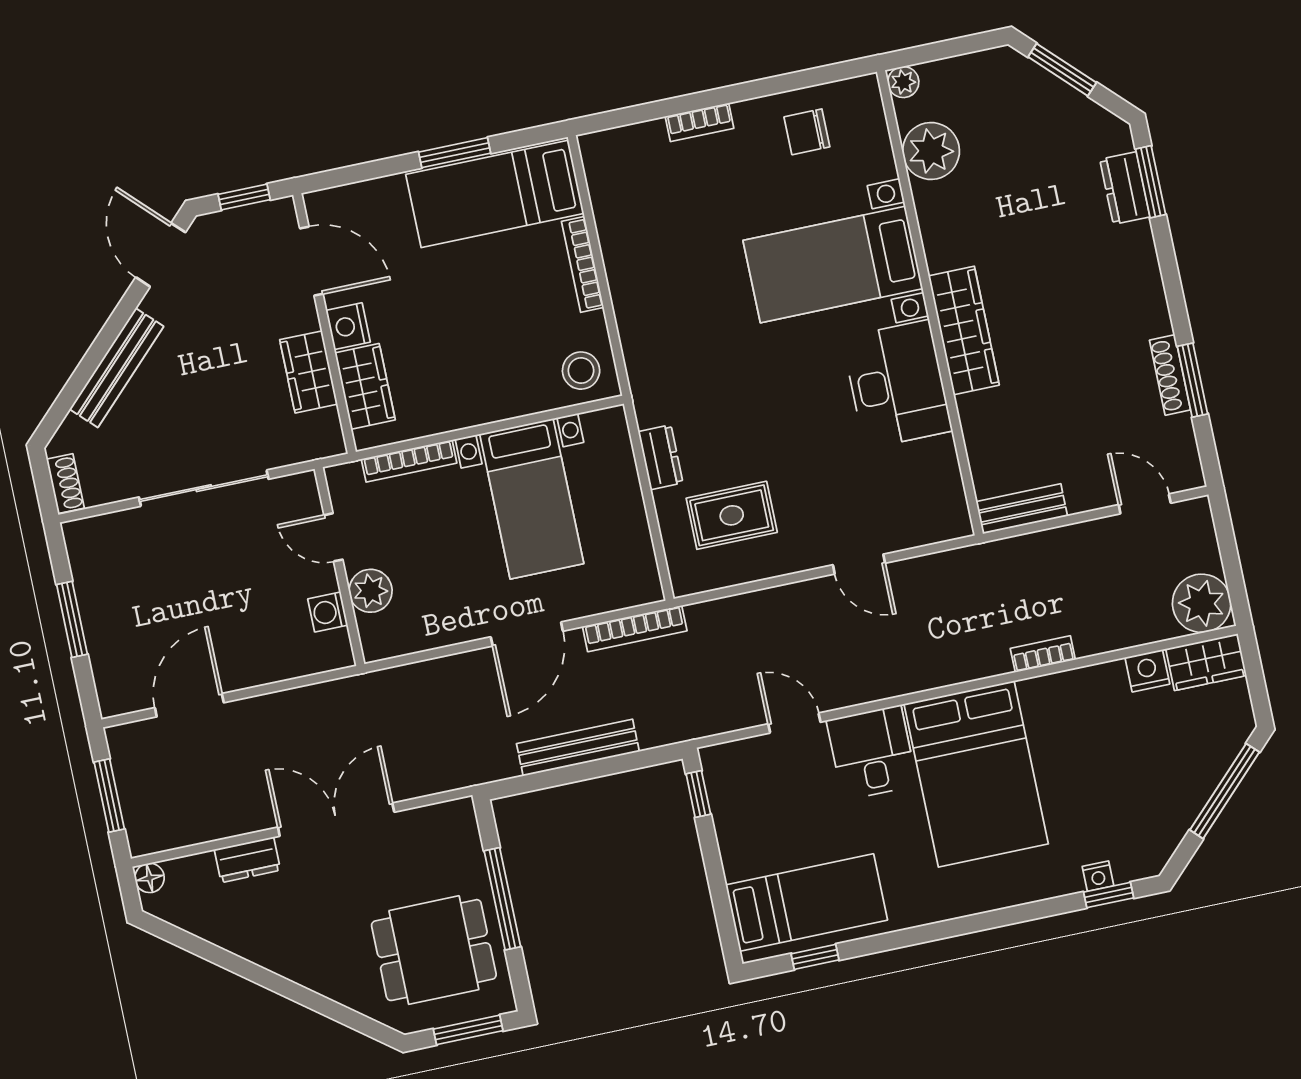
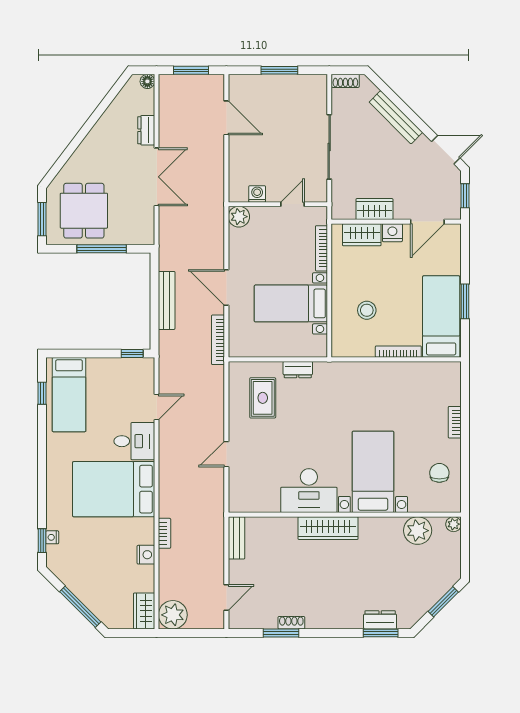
stool: (581, 371) -> (367, 310), moved
shoe rack: (1170, 375) -> (291, 623), width x0.70
plant: (371, 591) -> (239, 217), moved
nightstand: (1147, 671) -> (146, 555), moved

